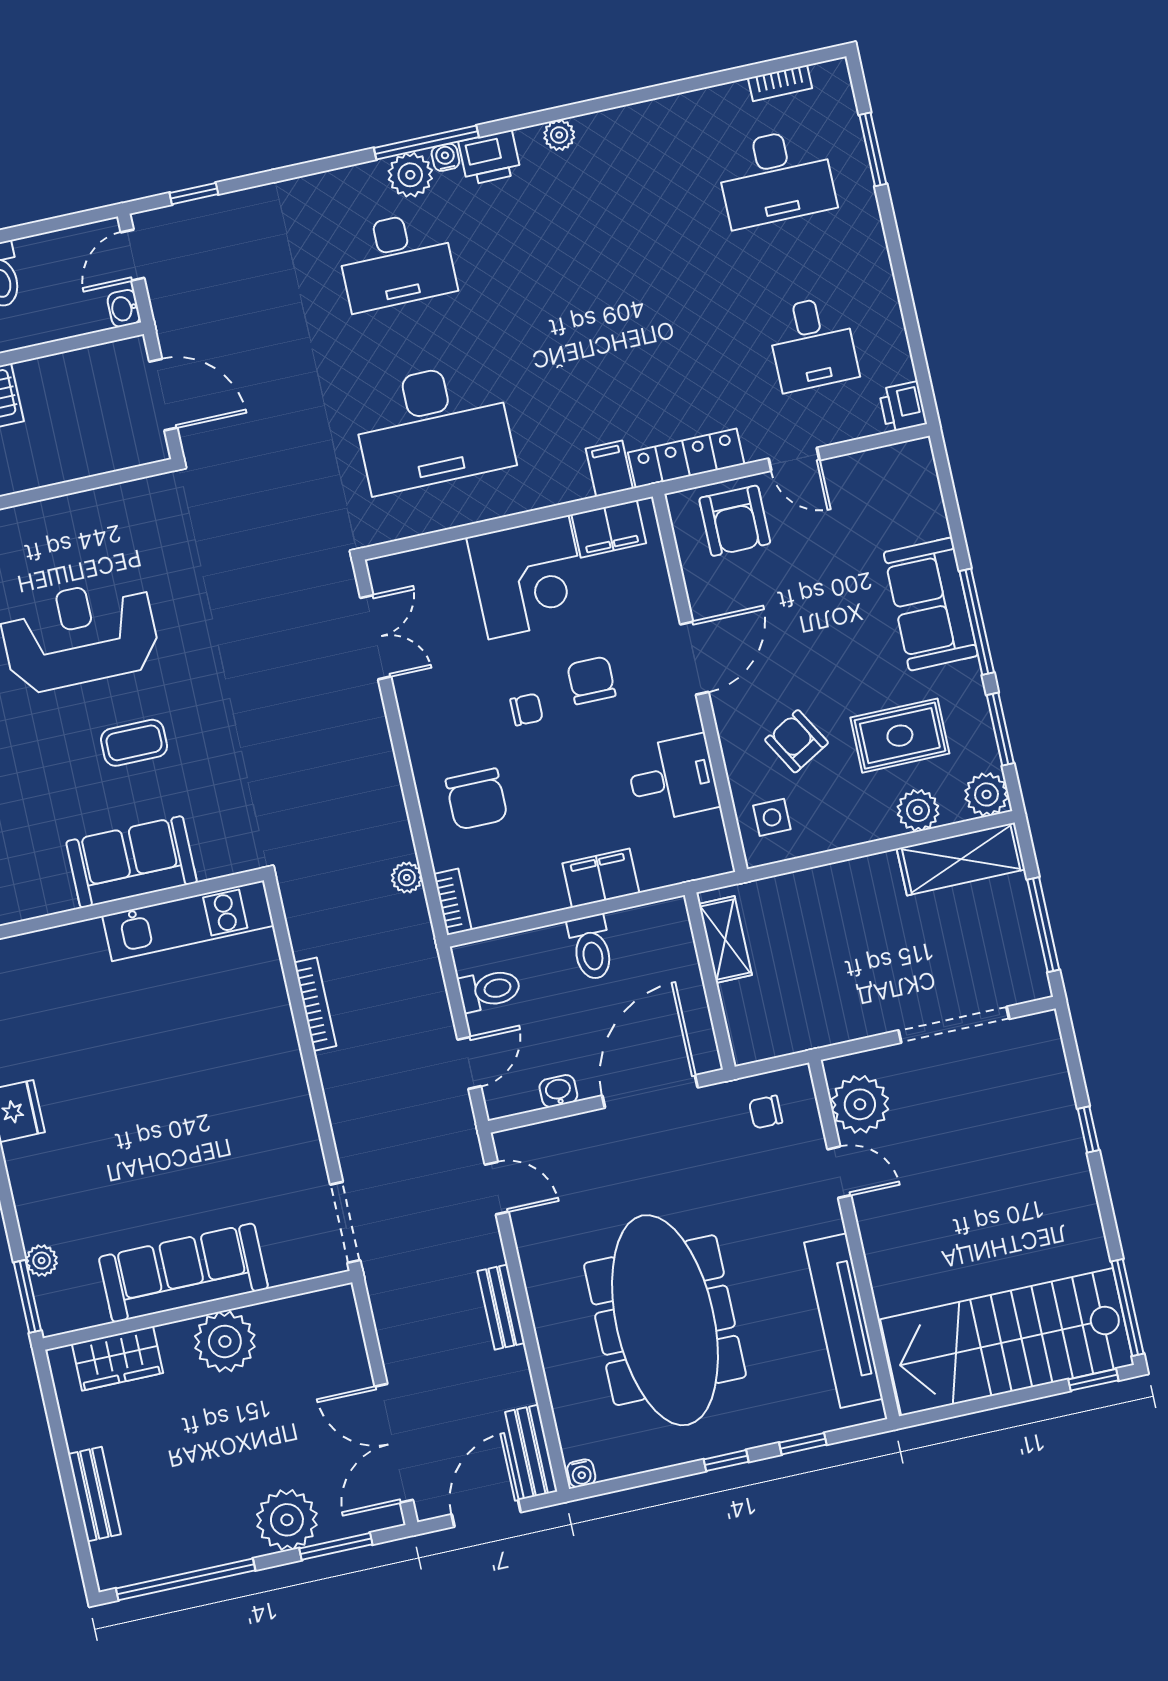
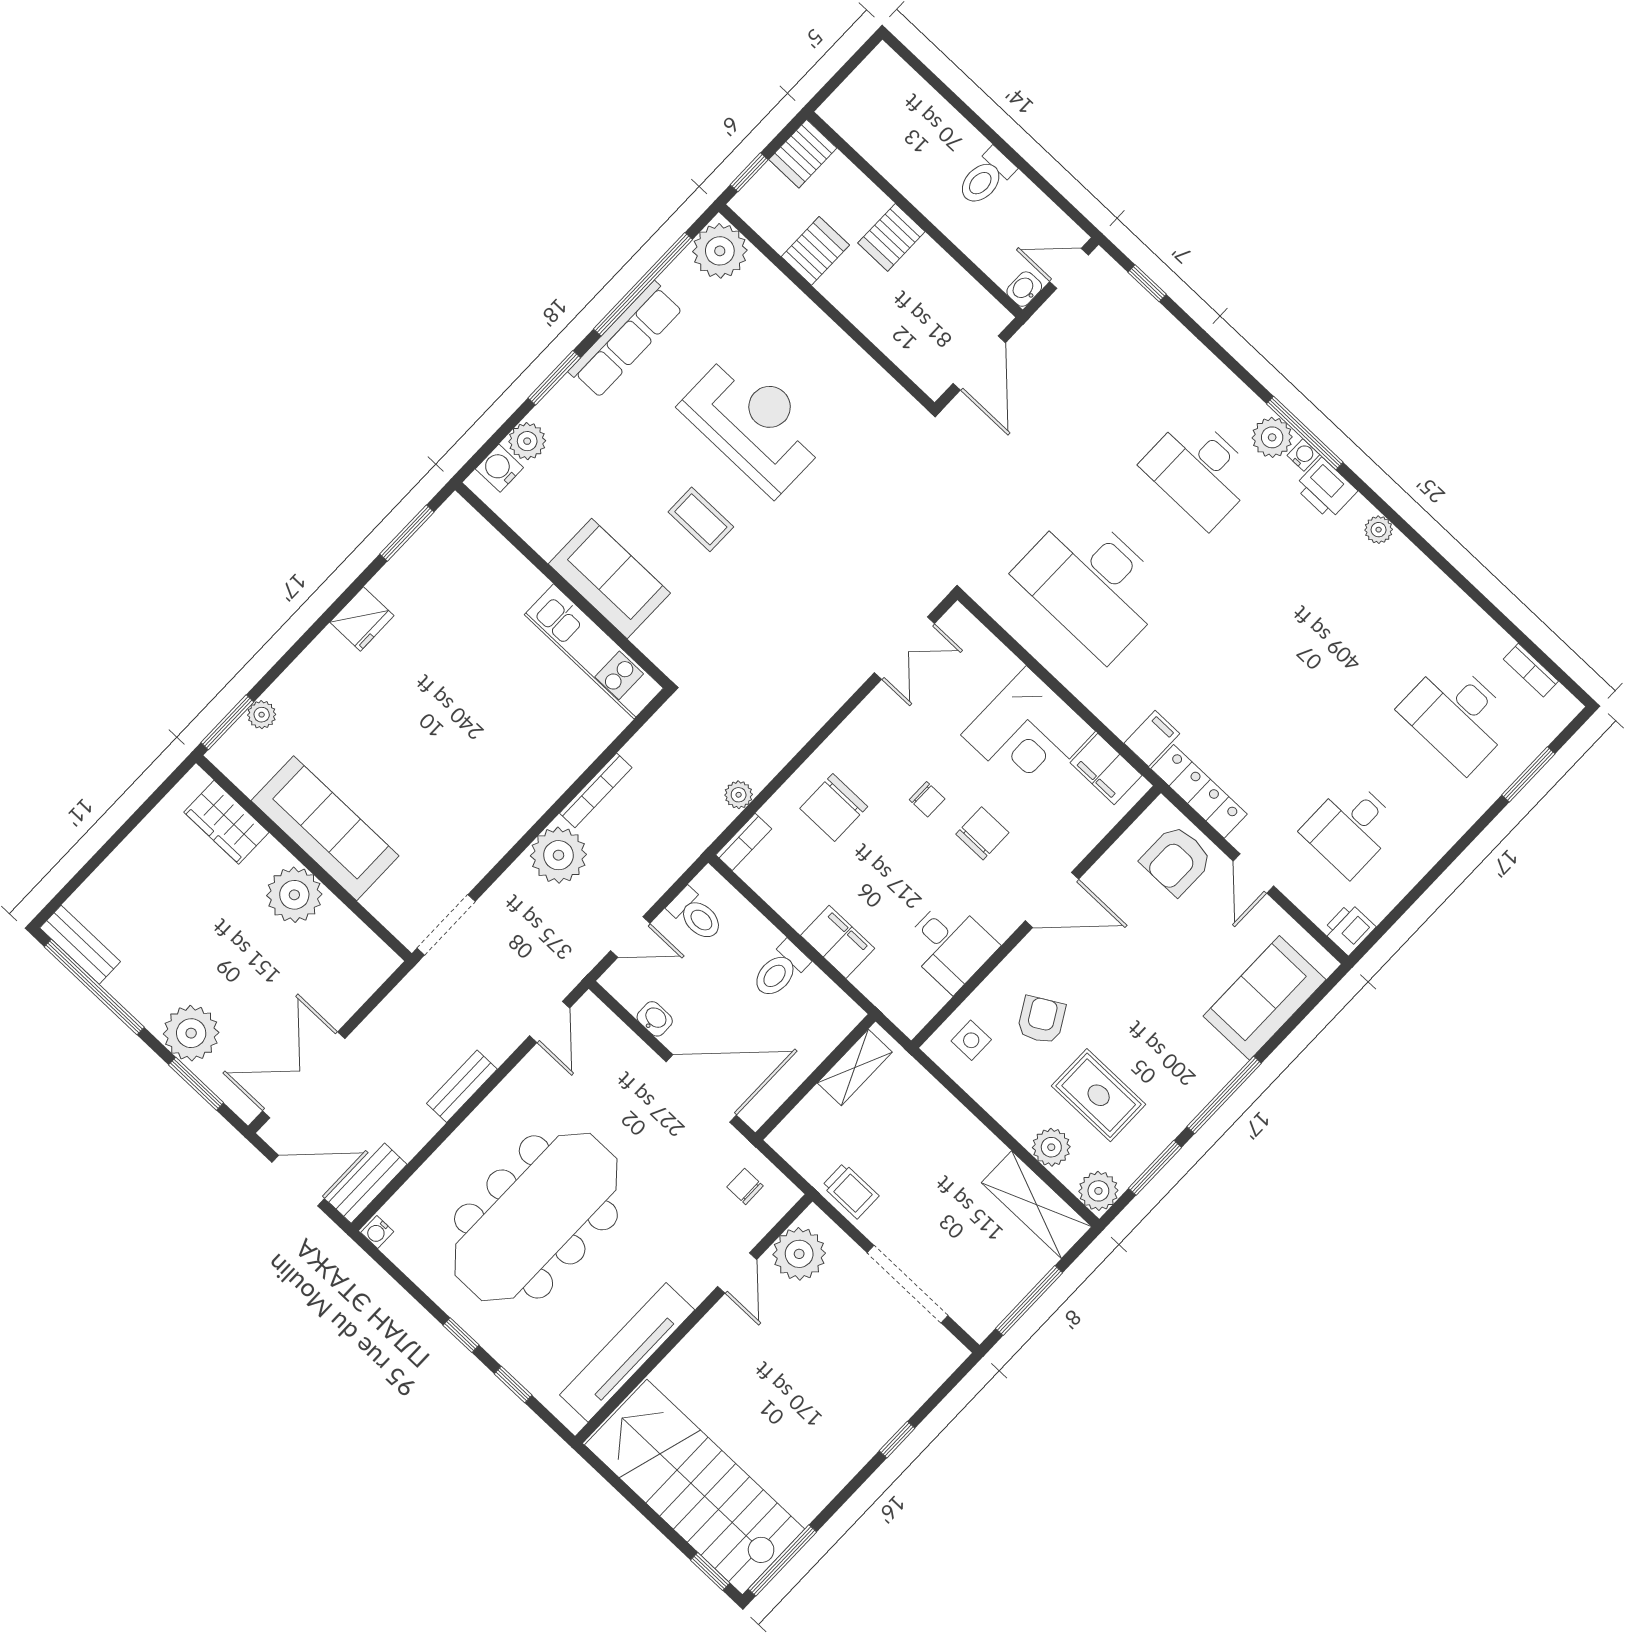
sofa: (931, 604) -> (1265, 998), moved
trolley: (834, 1019) -> (850, 1191), added
plant: (351, 1078) -> (558, 855), added
bench: (94, 1494) -> (80, 945), moved, turned 90

